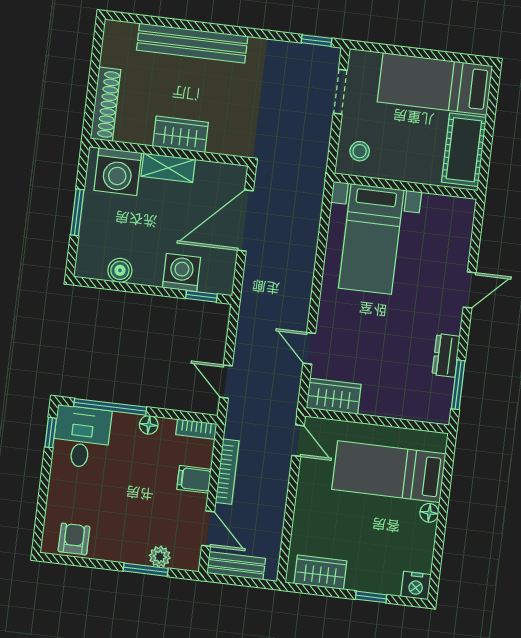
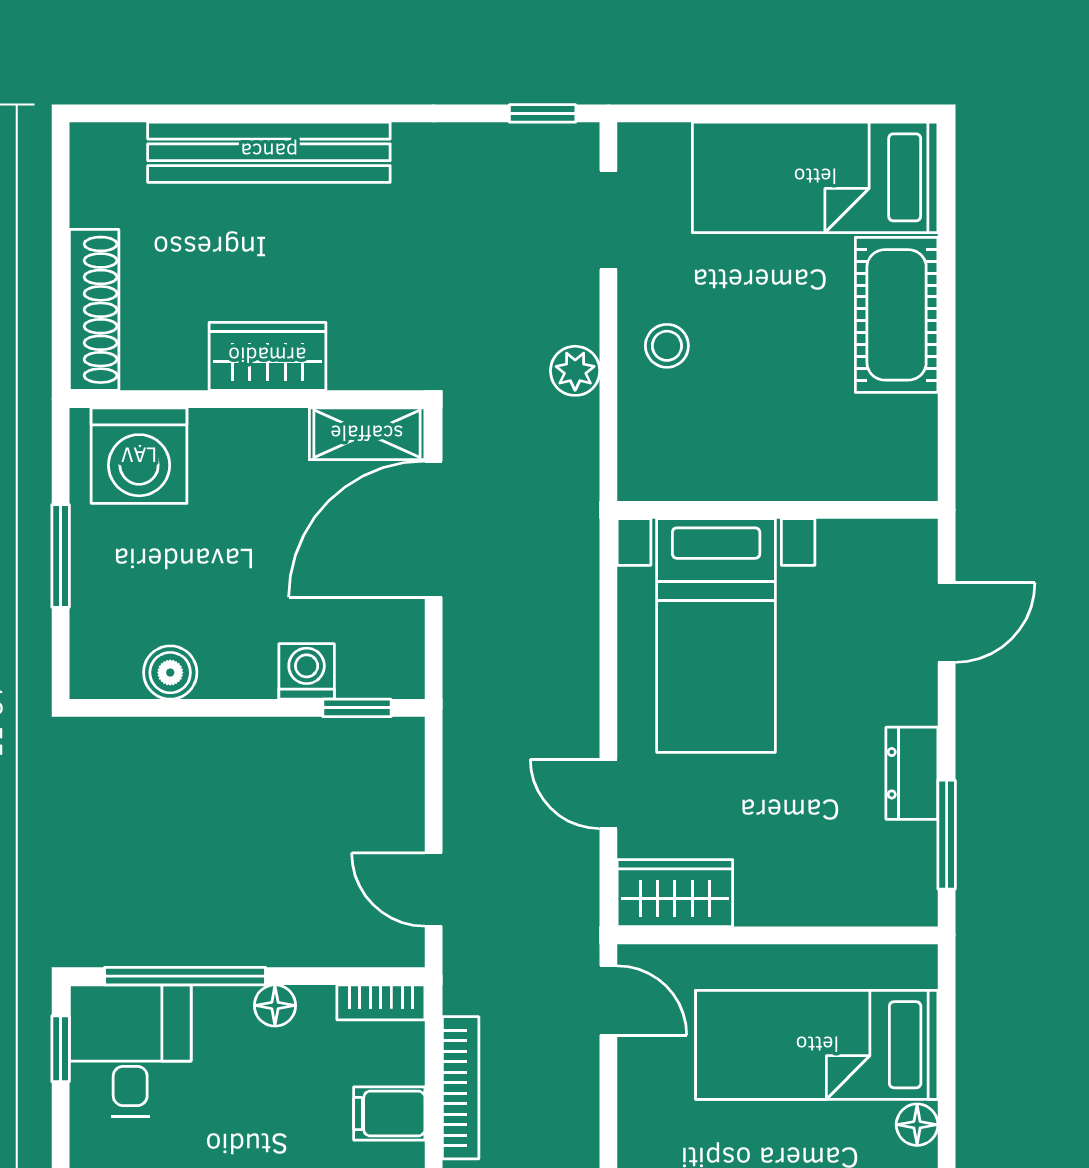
plant: (317, 157) -> (575, 371), added
shelving: (168, 168) -> (367, 434), moved
wall: (406, 186) -> (778, 510), moved
bed with nightstands: (371, 239) -> (716, 635), moved
washing machine: (181, 273) -> (307, 671), width x0.73, depth x0.73

